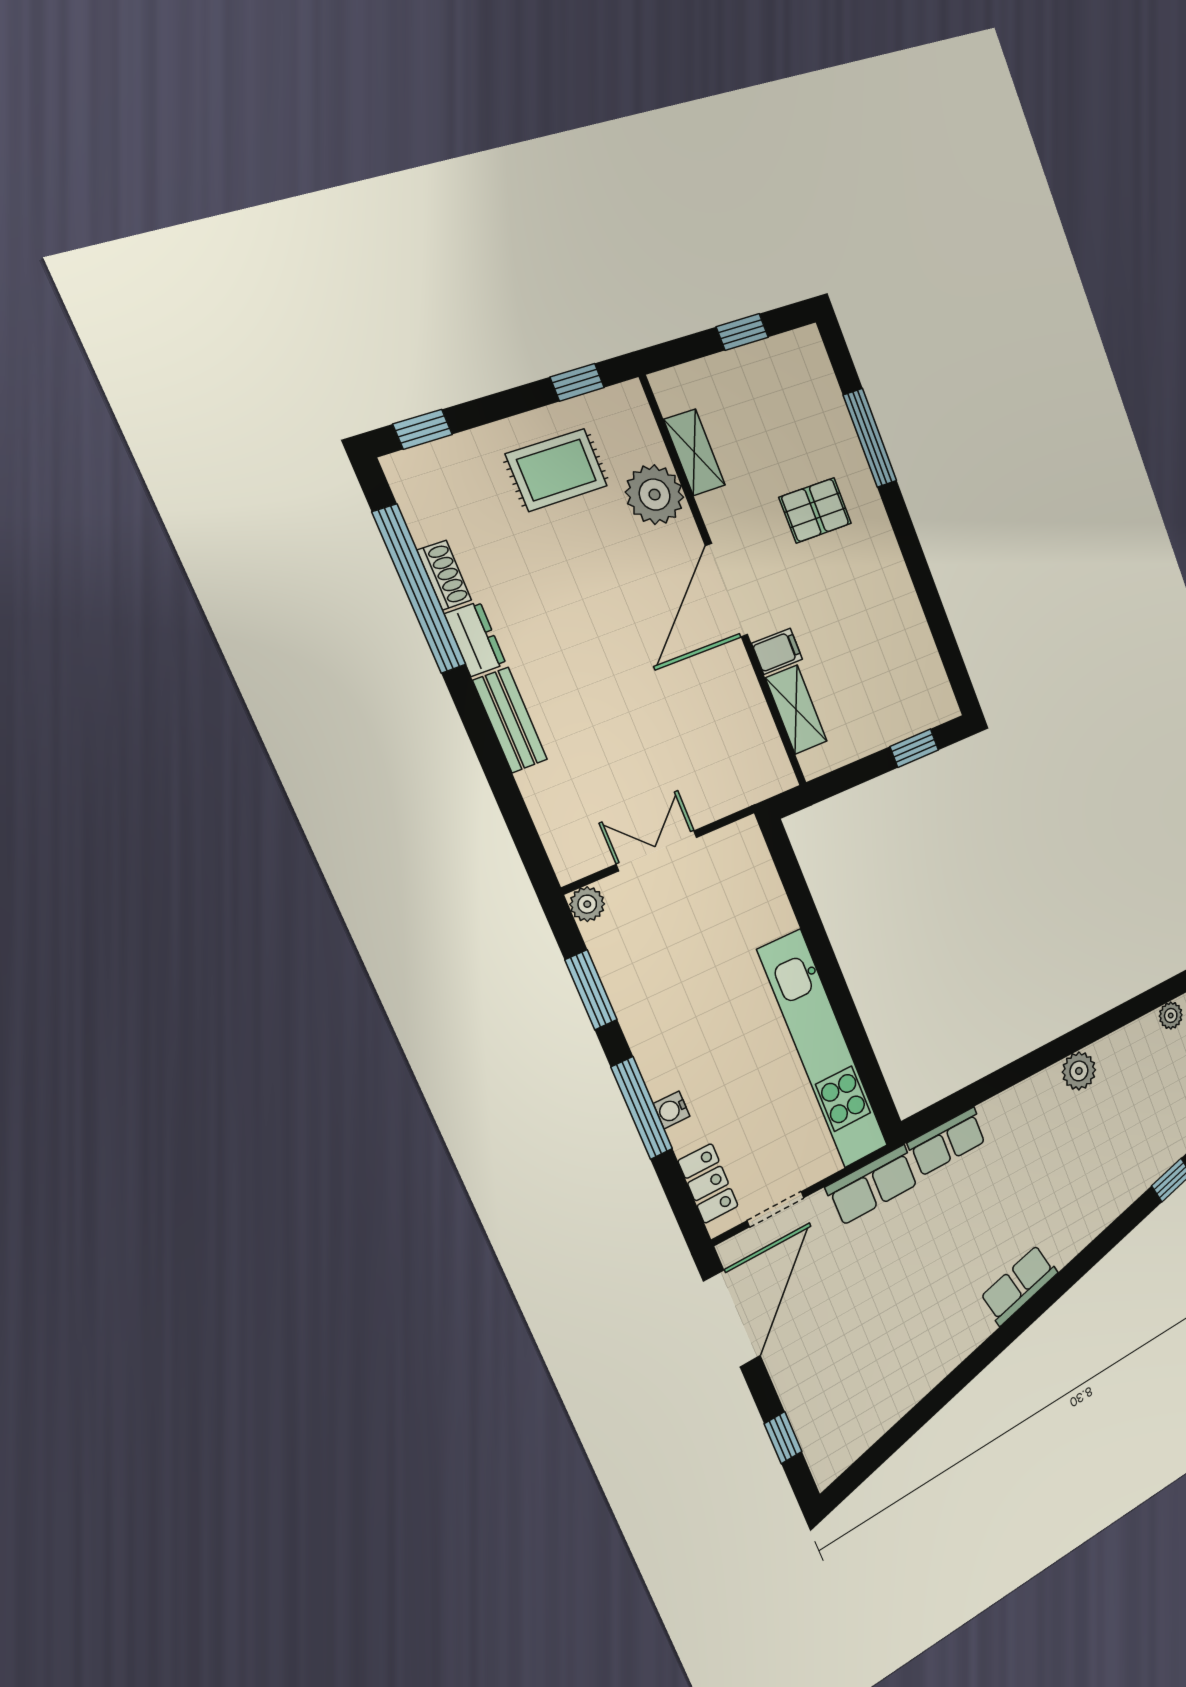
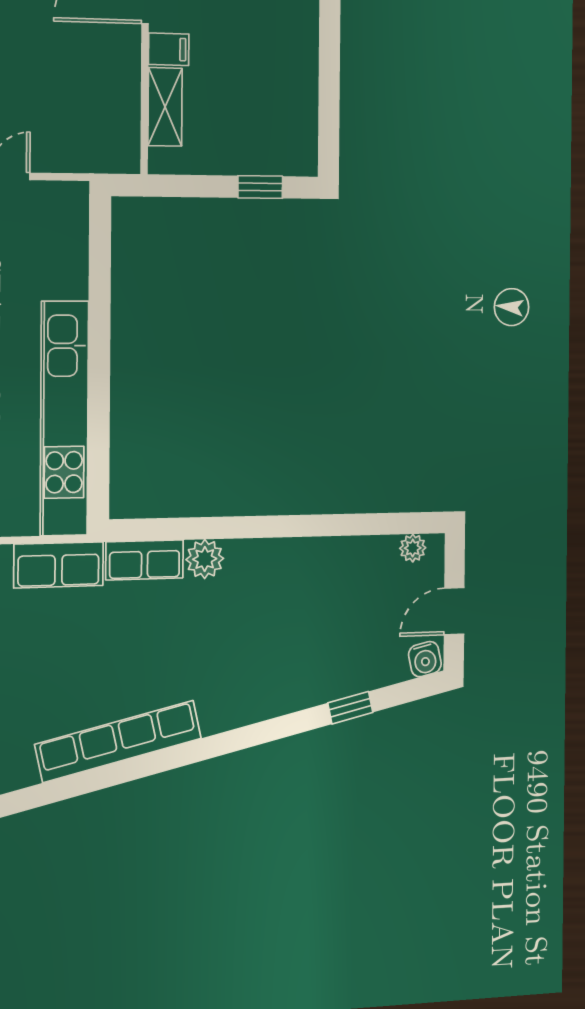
plant: (1079, 1071) -> (205, 559), moved
row of seats: (1019, 1285) -> (118, 741), width x2.02

